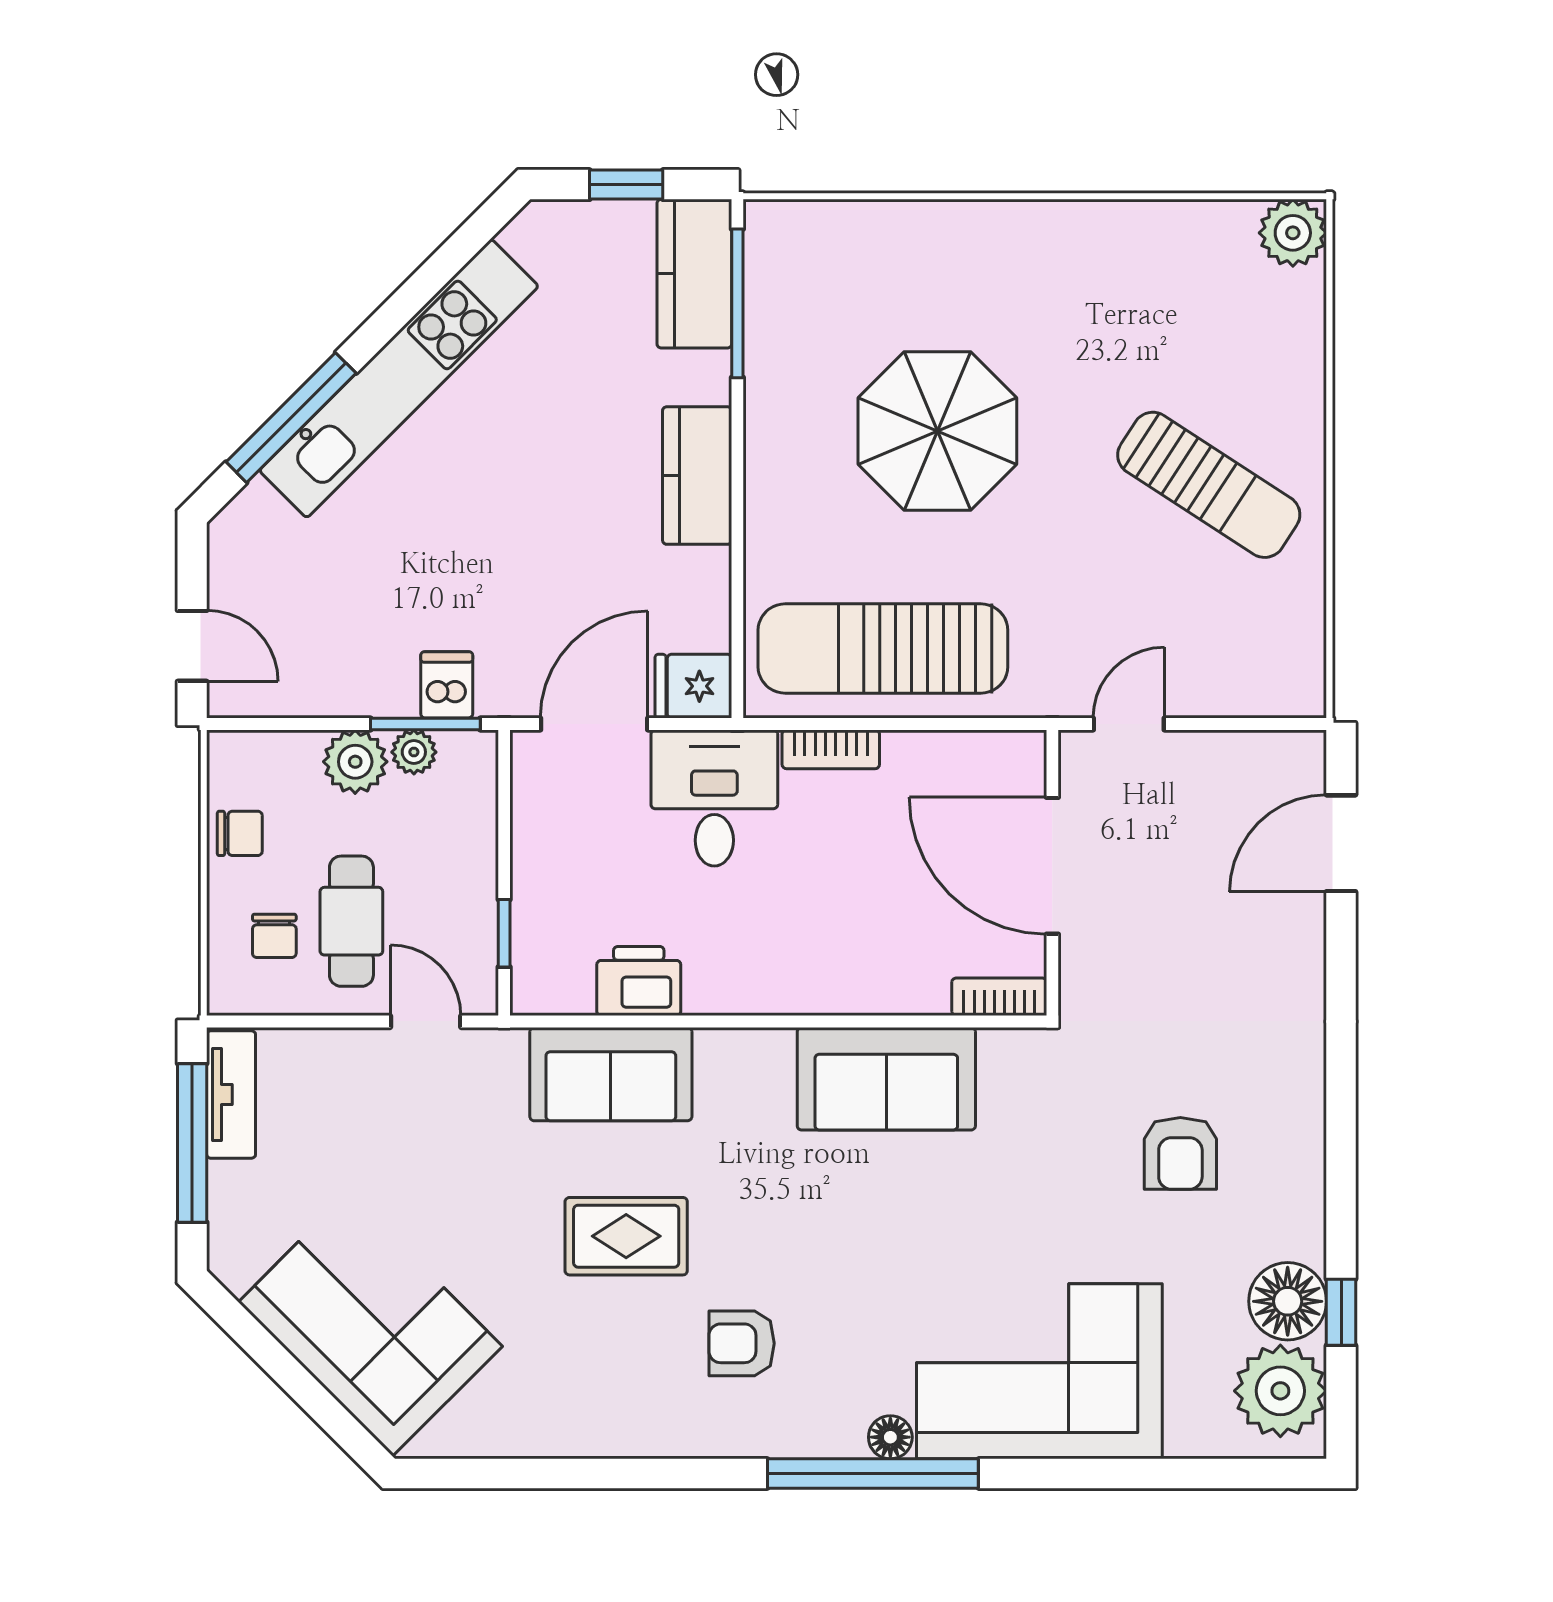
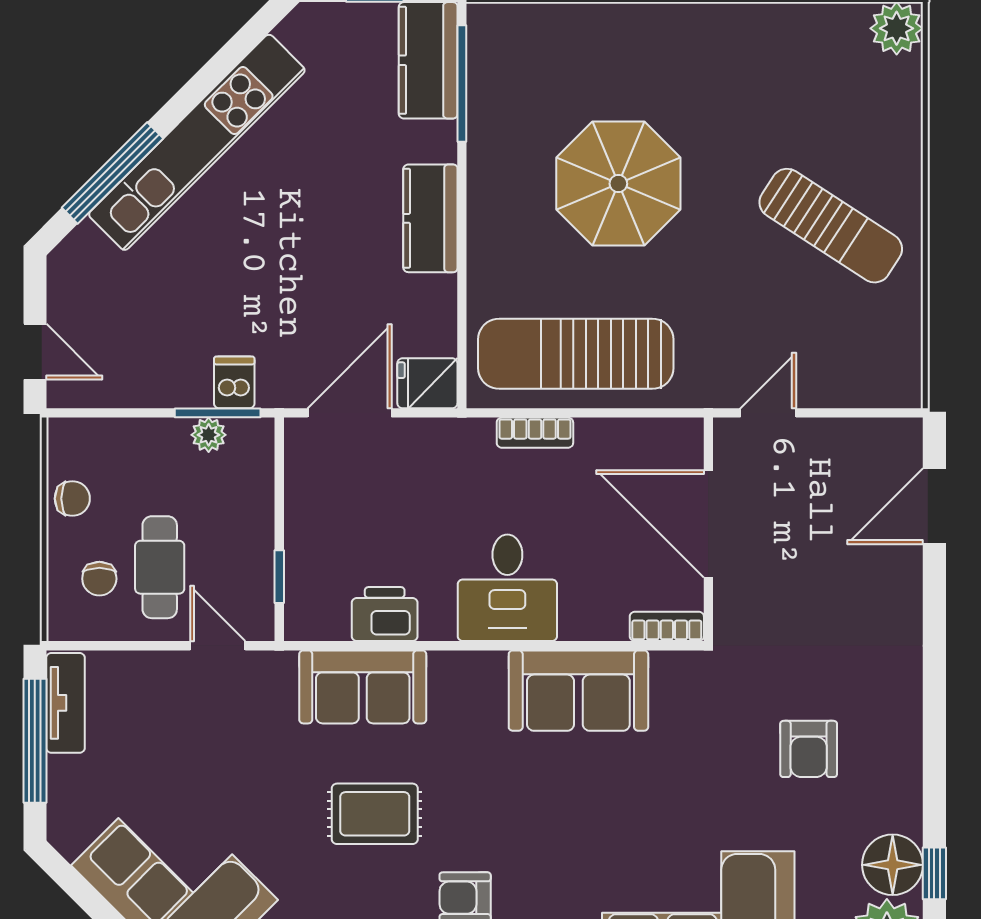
plant: (355, 762) -> (163, 442), removed
desk: (714, 798) -> (507, 588), moved, turned 180

